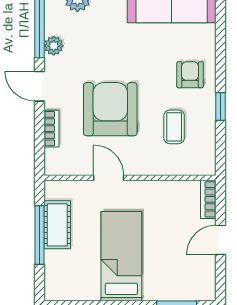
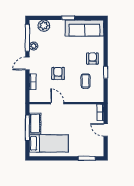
door: (39, 86) -> (27, 64), hinge flipped
armchair: (110, 109) -> (58, 73), width x0.53, depth x0.53
door: (221, 240) -> (106, 130), hinge flipped
bed: (121, 256) -> (49, 143), moved, turned 90

